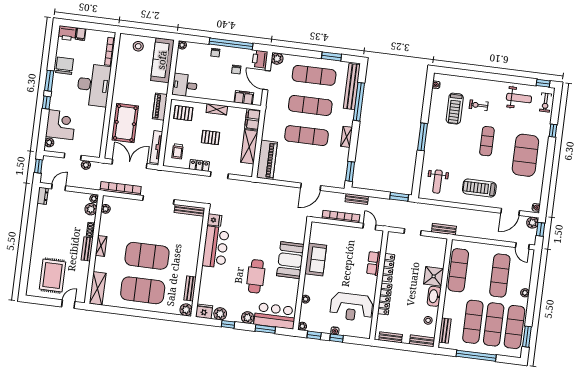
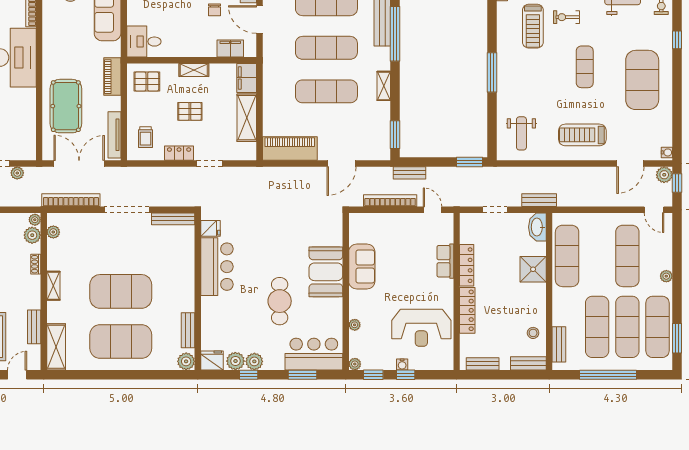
piano: (267, 160) -> (290, 149), moved, turned -90
bench: (87, 249) -> (34, 327), moved
washbasin: (434, 296) -> (537, 227), moved
plant: (248, 318) -> (254, 361), moved

